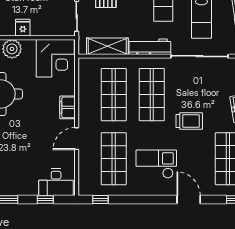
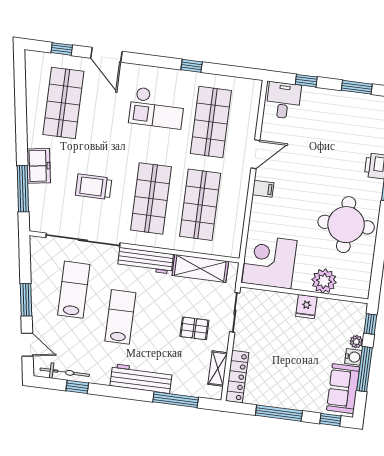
filing cabinet: (67, 107) -> (263, 189), width x0.50
trolley: (189, 121) -> (94, 187), moved
desk: (56, 182) -> (283, 100), width x0.73
window: (100, 200) -> (192, 66), moved
door: (189, 200) -> (106, 55), moved

